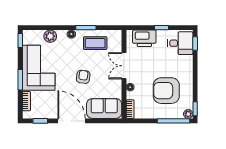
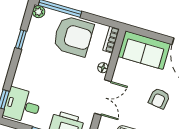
armchair: (166, 91) -> (73, 36), moved
window: (195, 109) -> (21, 39), moved

